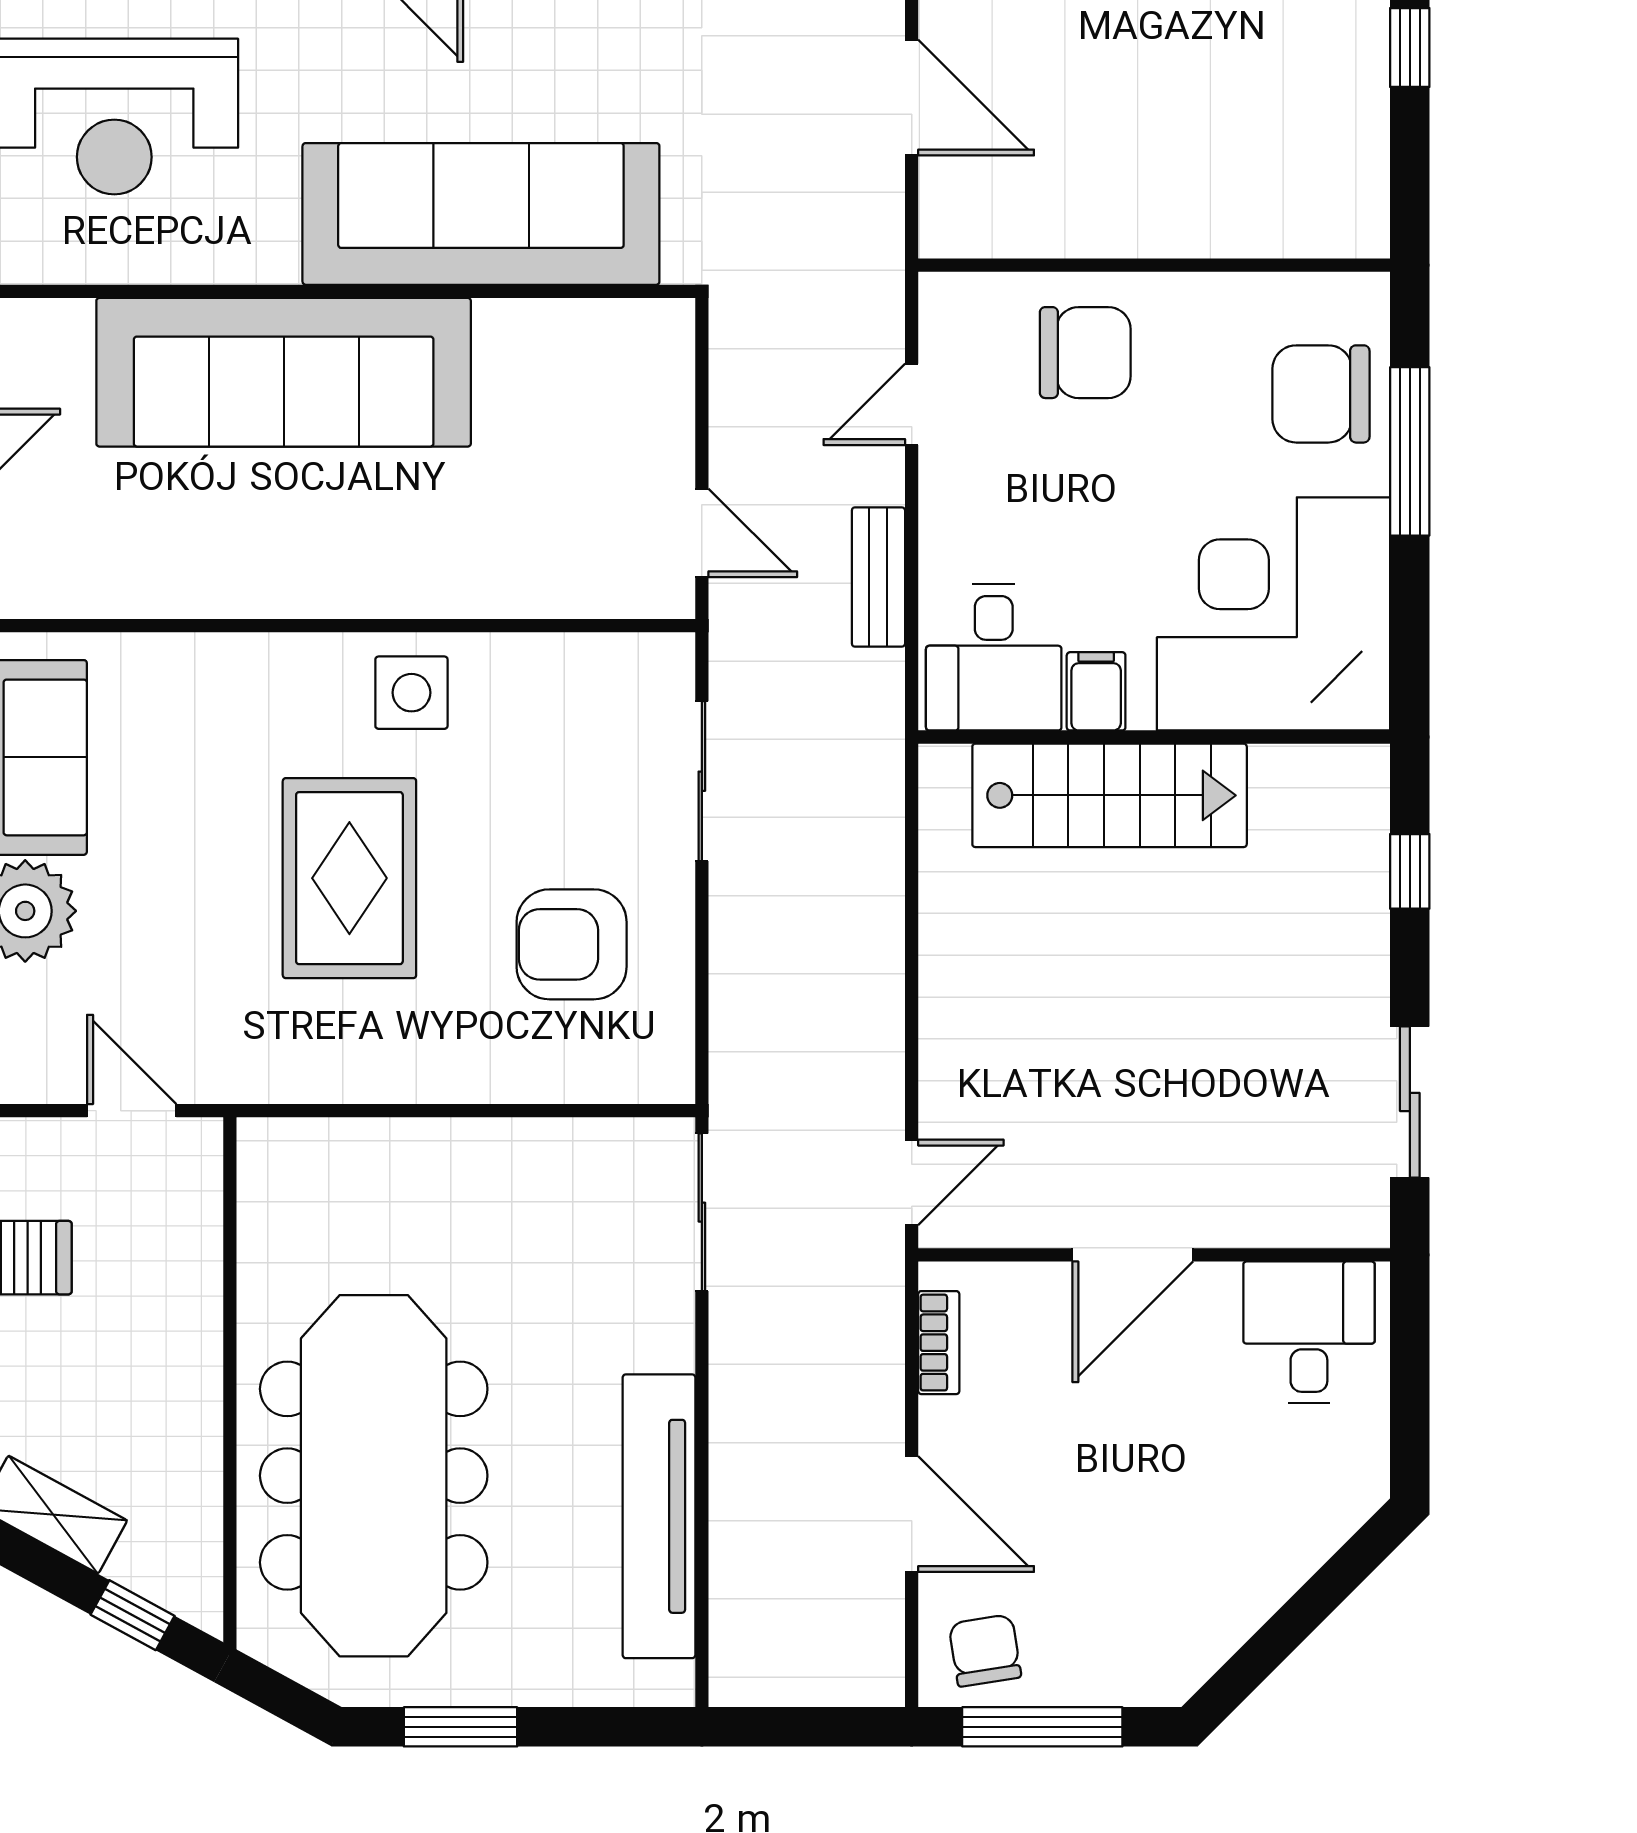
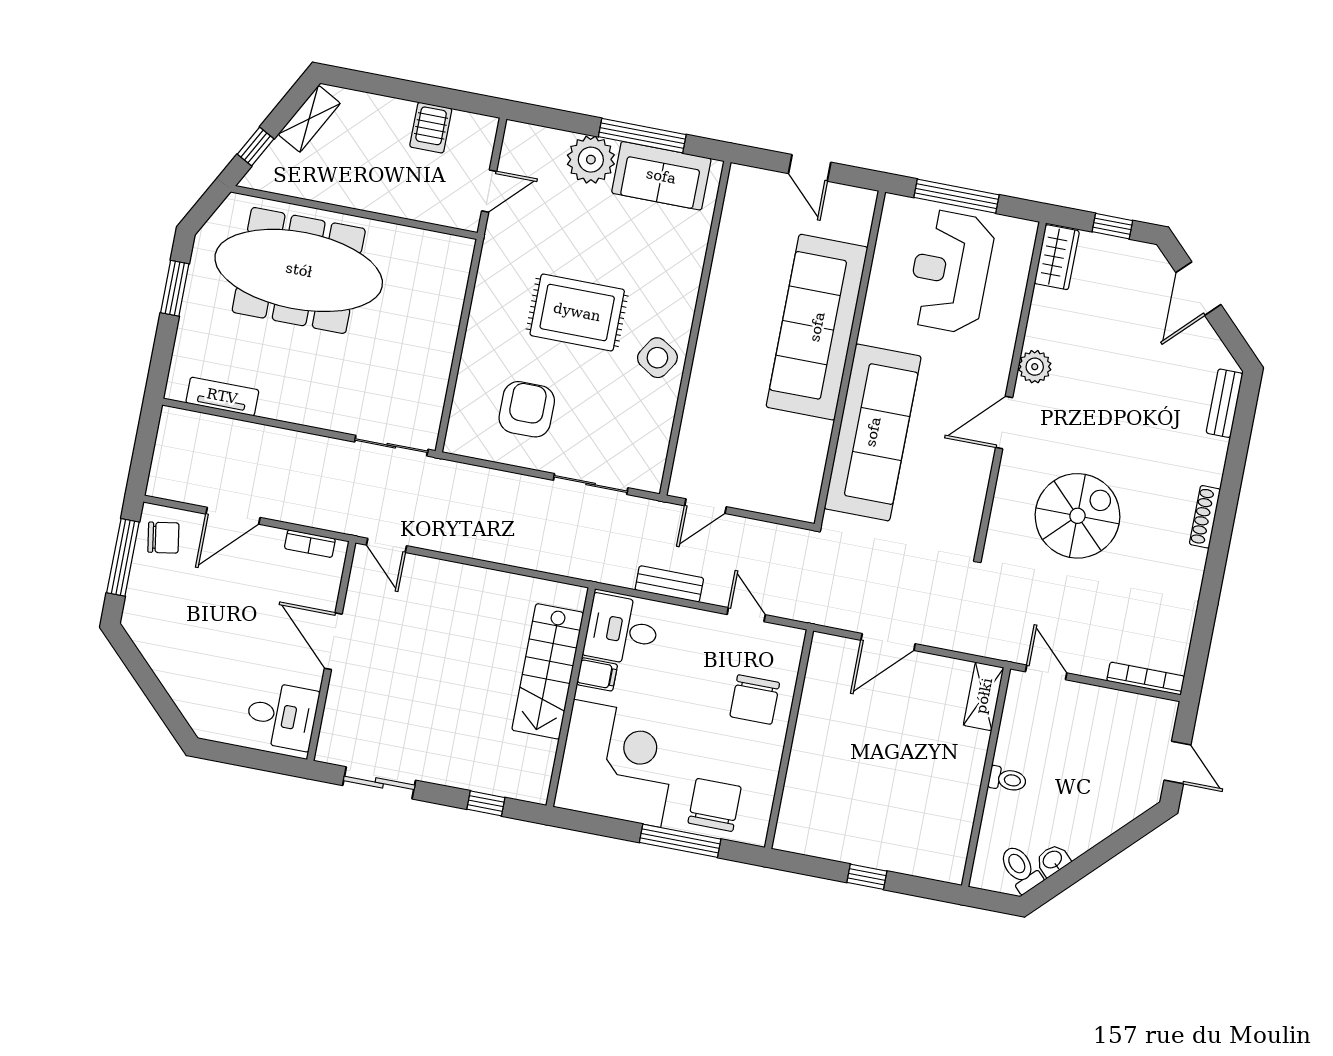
side table: (411, 693) -> (657, 358), turned 32
tv unit: (659, 1516) -> (222, 396), width x0.52, depth x0.78

